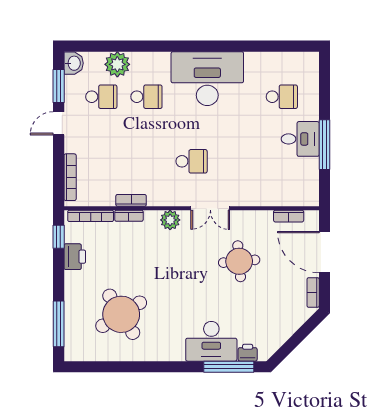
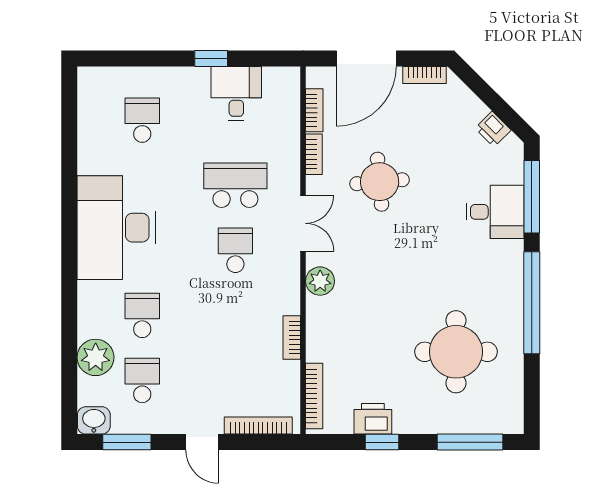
door: (59, 123) -> (202, 442), moved
desk: (300, 139) -> (236, 94), moved
window: (325, 145) -> (211, 59), width x0.46
school desk: (237, 161) -> (235, 185), added
bookcase: (129, 216) -> (314, 154), moved
window: (59, 237) -> (382, 442), moved
round table: (121, 314) -> (456, 352), turned 32
desk: (211, 341) -> (495, 212), width x0.73
printer: (248, 353) -> (493, 129), moved, turned -45
window: (155, 367) -> (532, 303), added

